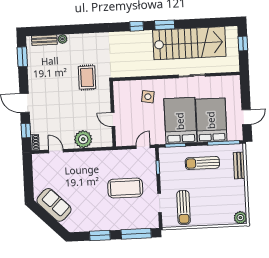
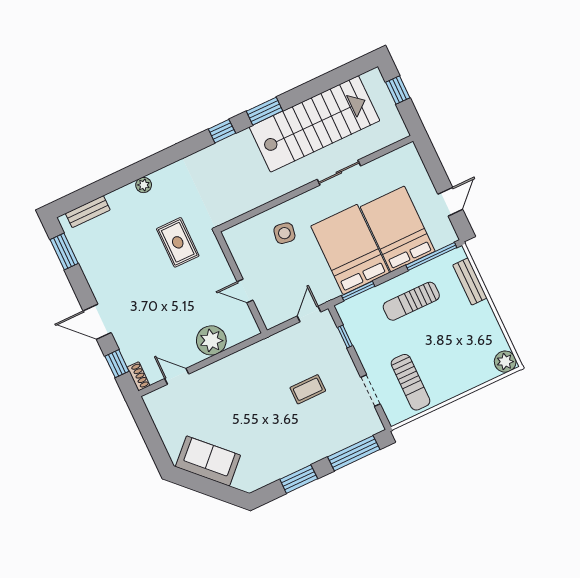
plant: (62, 39) -> (144, 185), moved
coffee table: (125, 188) -> (308, 389), width x0.54, depth x0.58

